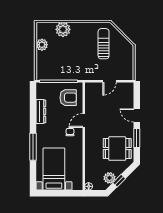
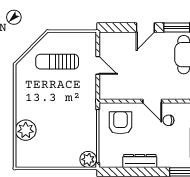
sun lounger: (104, 44) -> (57, 62), moved
plant: (42, 45) -> (88, 159), moved

